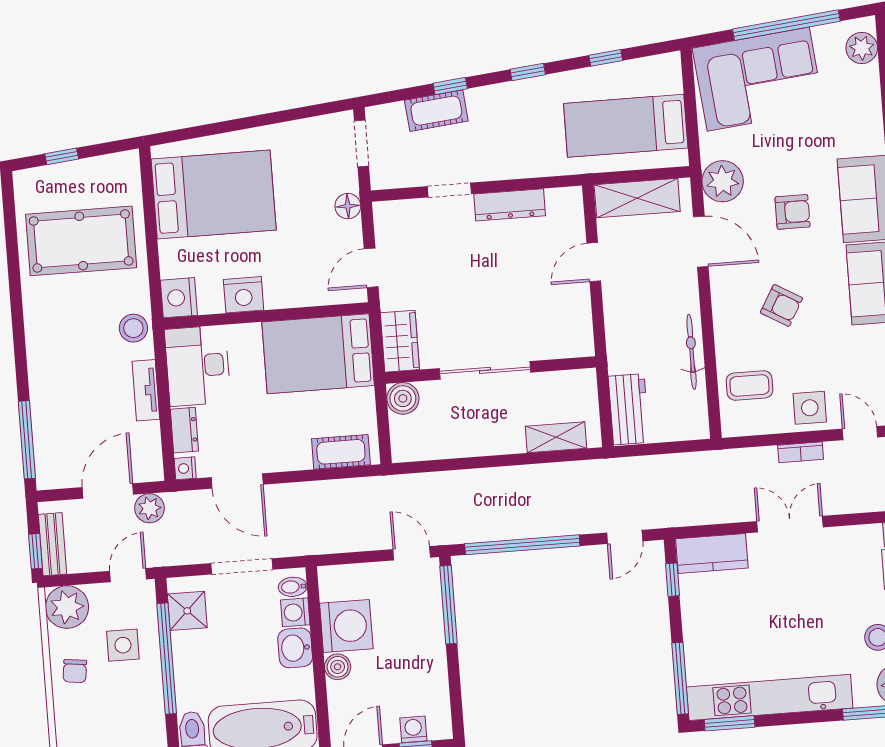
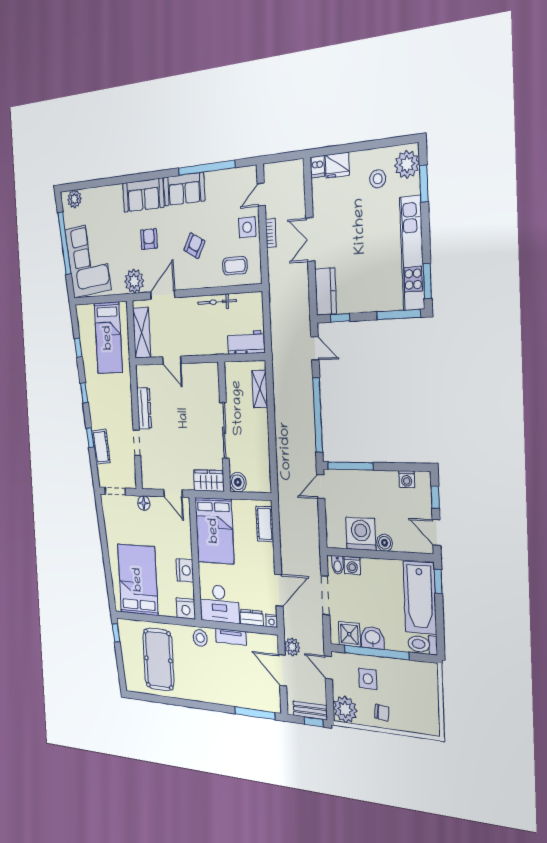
window: (62, 156) -> (116, 633), moved
coffee table: (750, 385) -> (235, 266), turned 90
washbasin: (295, 648) -> (373, 638), moved, turned 180
washing machine: (413, 729) -> (407, 479), moved, turned -90

